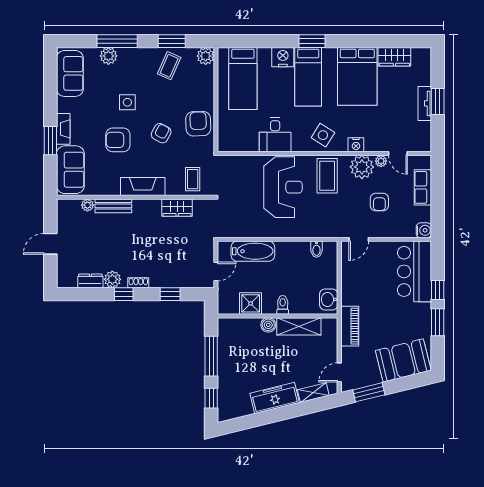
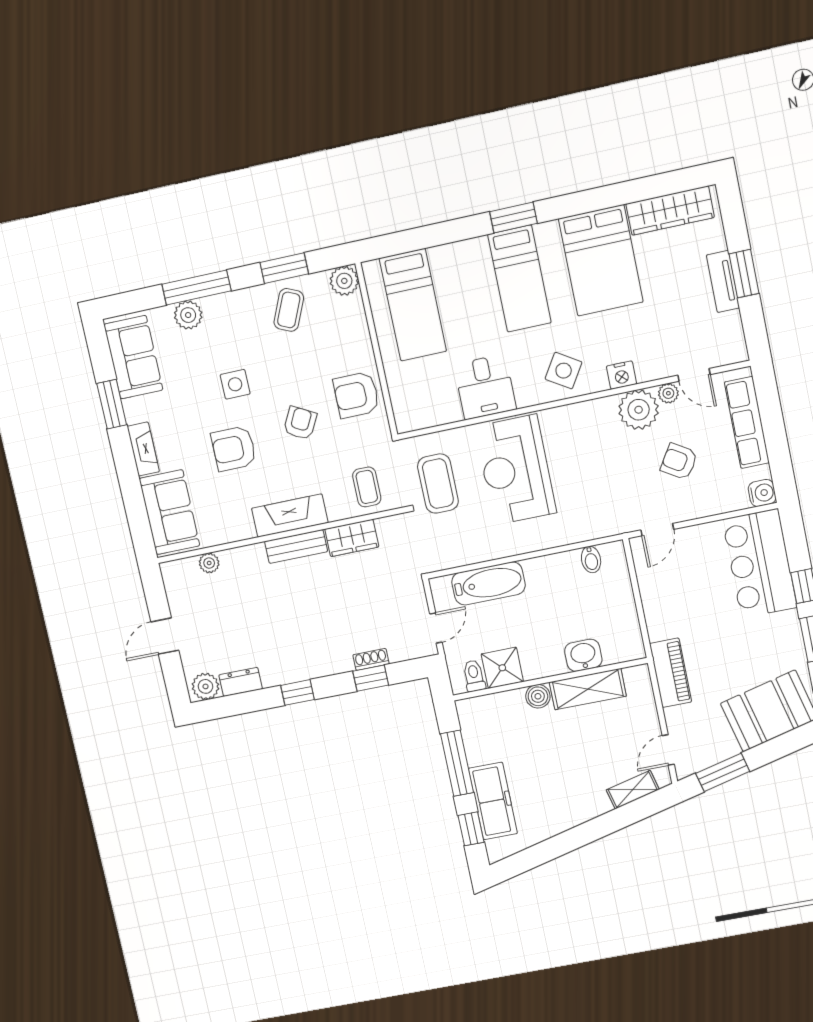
nightstand: (283, 57) -> (471, 255), removed
wardrobe: (394, 57) -> (670, 211), width x1.50
armchair: (198, 124) -> (356, 395), turned -88
window: (50, 141) -> (112, 404), moved
coffee table: (327, 176) -> (438, 484), moved
reception desk: (283, 187) -> (516, 470), turned 180
row of seats: (423, 187) -> (747, 422), width x1.48
armchair: (379, 202) -> (679, 461), turned 122
bench: (113, 206) -> (296, 546), moved
plant: (112, 279) -> (206, 686), moved
shoe rack: (138, 283) -> (371, 659), moved
washbasin: (329, 299) -> (583, 655), moved, turned 90
toilet: (283, 305) -> (474, 676), moved
freezer: (275, 398) -> (493, 801), moved, turned 104

